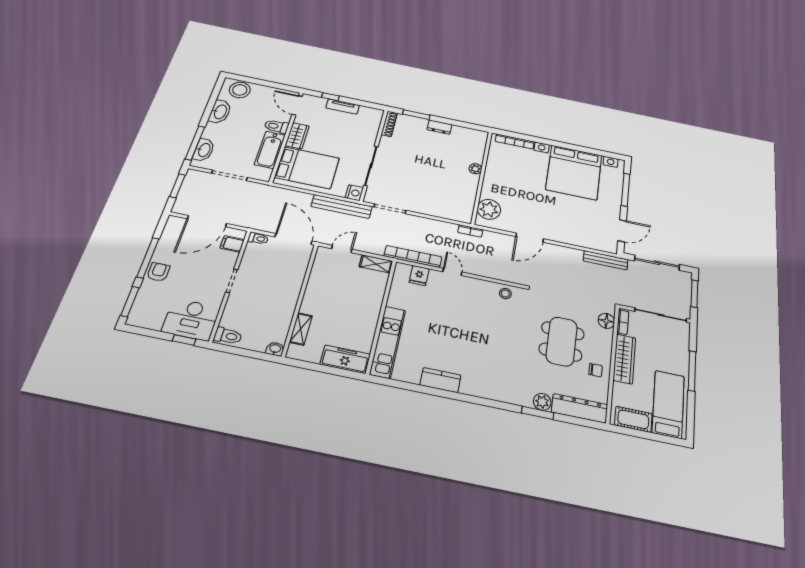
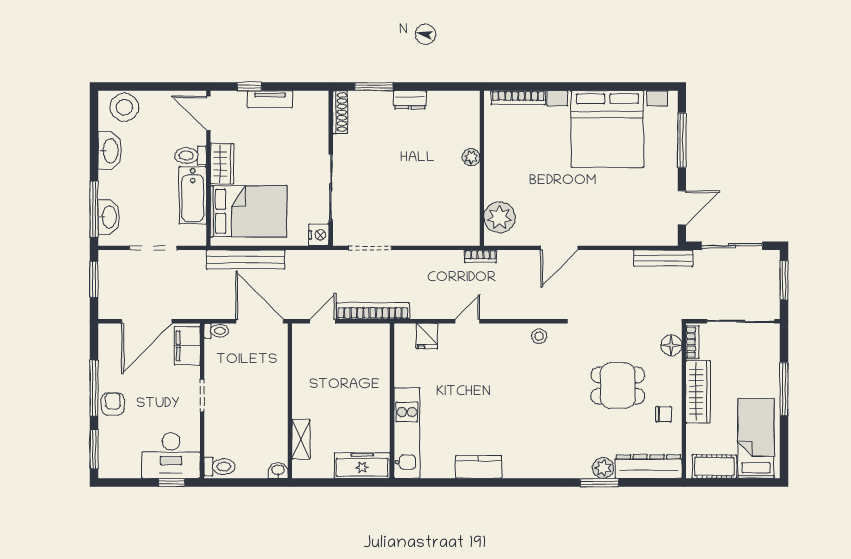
bench: (342, 206) -> (245, 260), moved
filing cabinet: (232, 244) -> (187, 346), width x2.00
bookcase: (413, 256) -> (373, 311), moved
shelving: (376, 264) -> (370, 332), removed
door: (452, 272) -> (467, 321), hinge flipped
dining table: (562, 341) -> (618, 386), width x0.73

